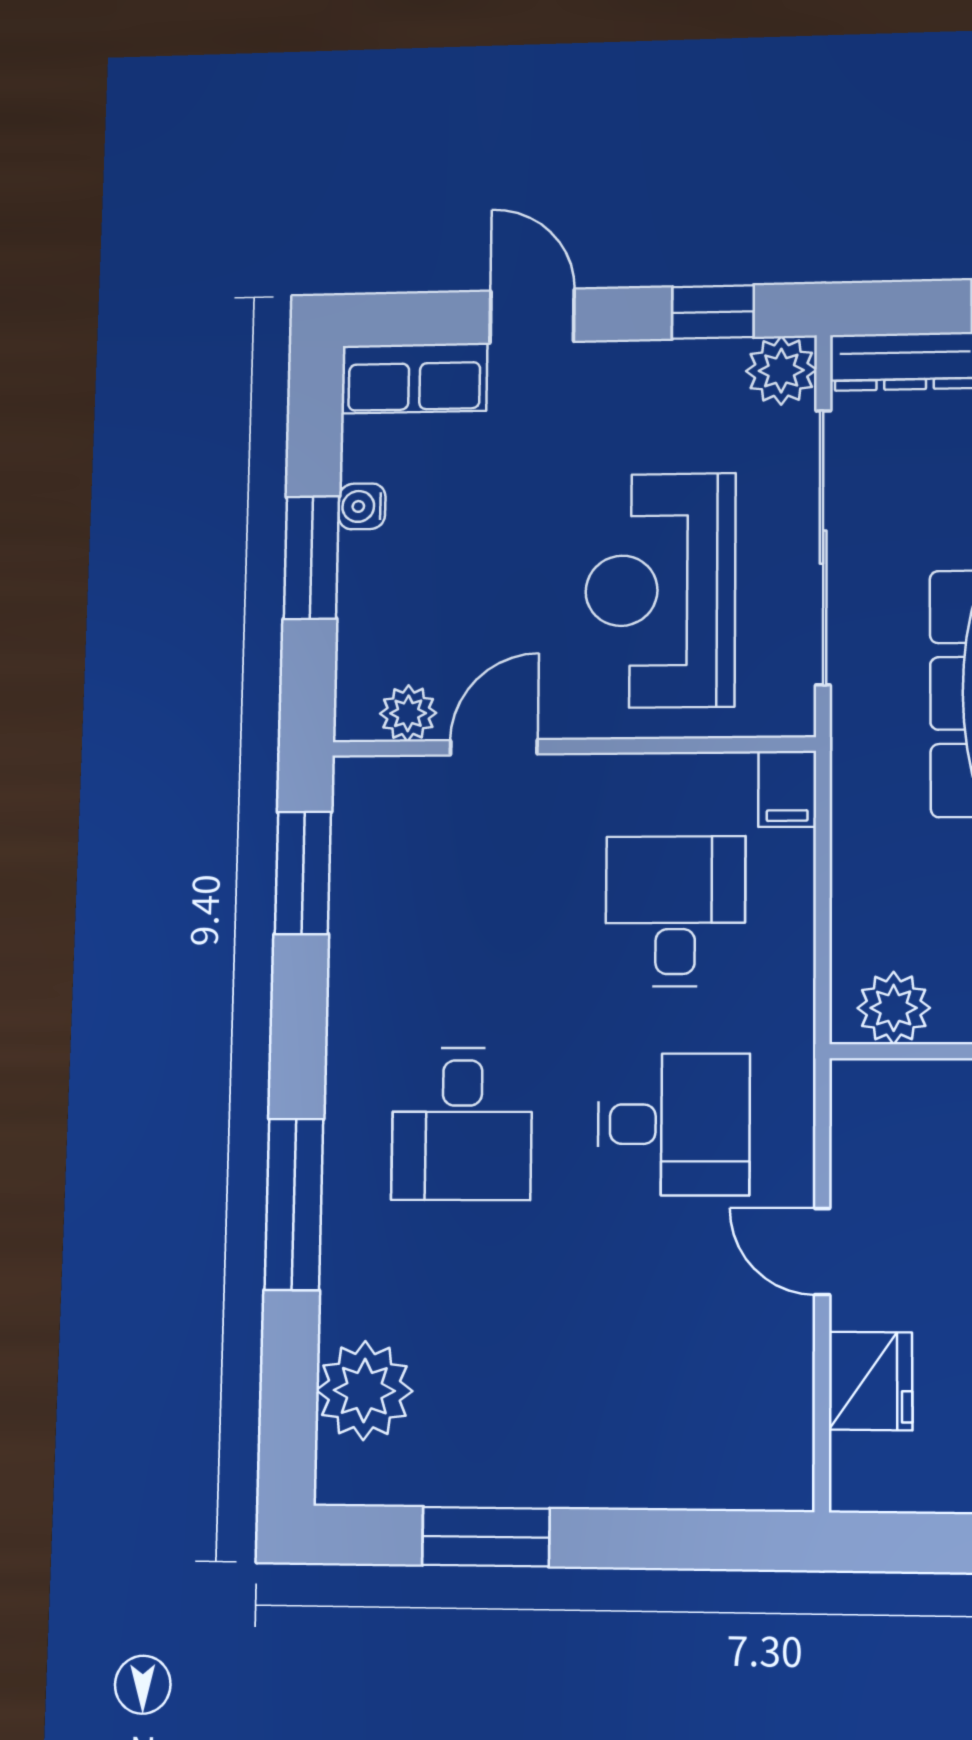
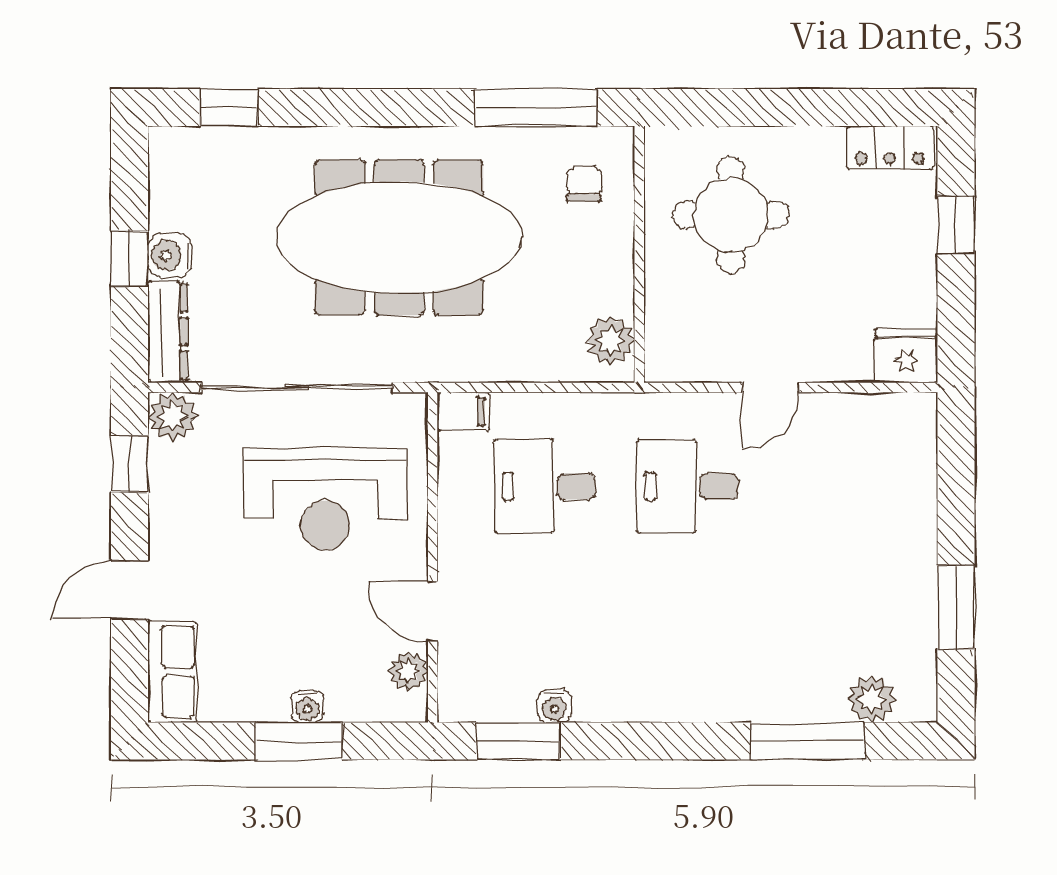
water cooler: (362, 506) -> (307, 707), moved
water cooler: (352, 926) -> (554, 706), added
desk: (462, 1124) -> (687, 629), removed
desk: (674, 1124) -> (687, 486), turned -90
window: (294, 1204) -> (807, 741), moved
fridge: (871, 1381) -> (906, 356), moved
plant: (364, 1391) -> (872, 699), width x0.73, depth x0.73

